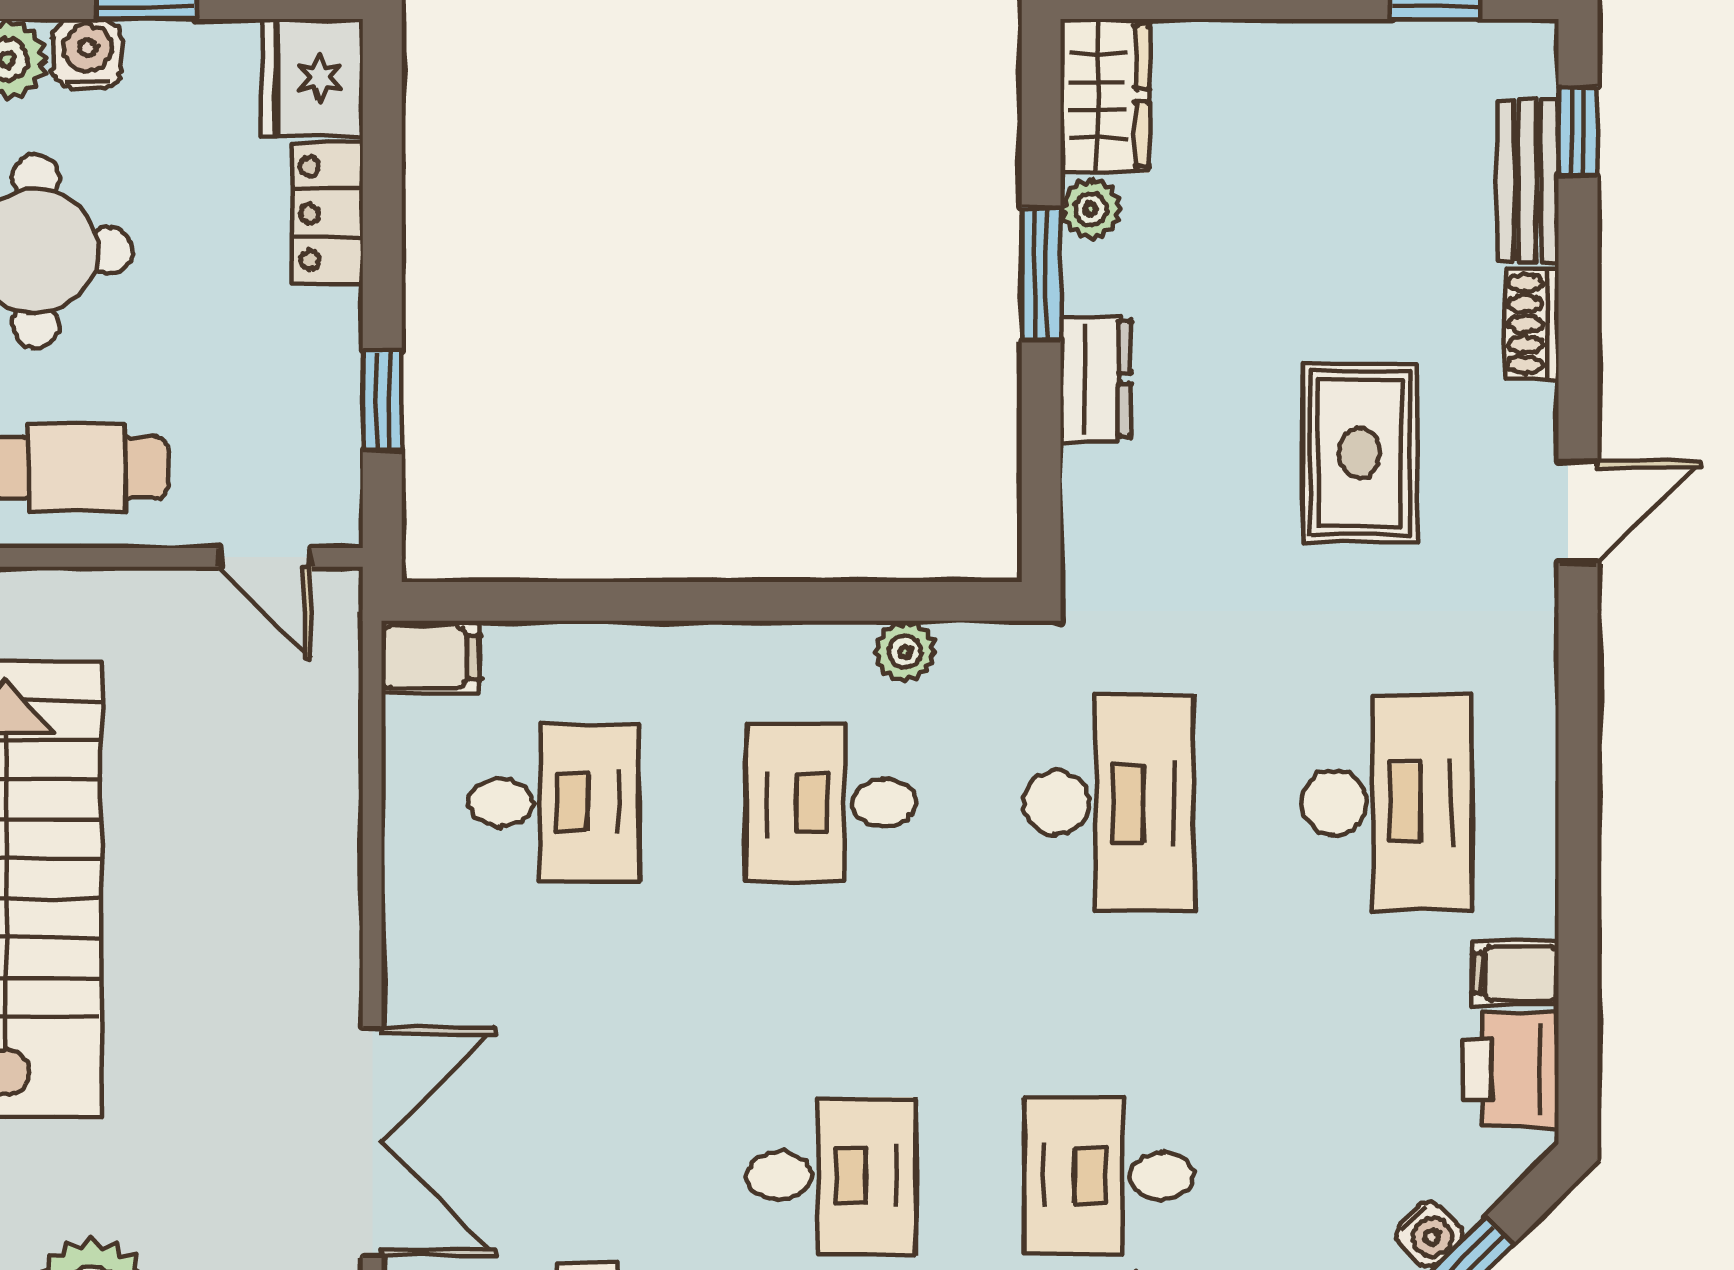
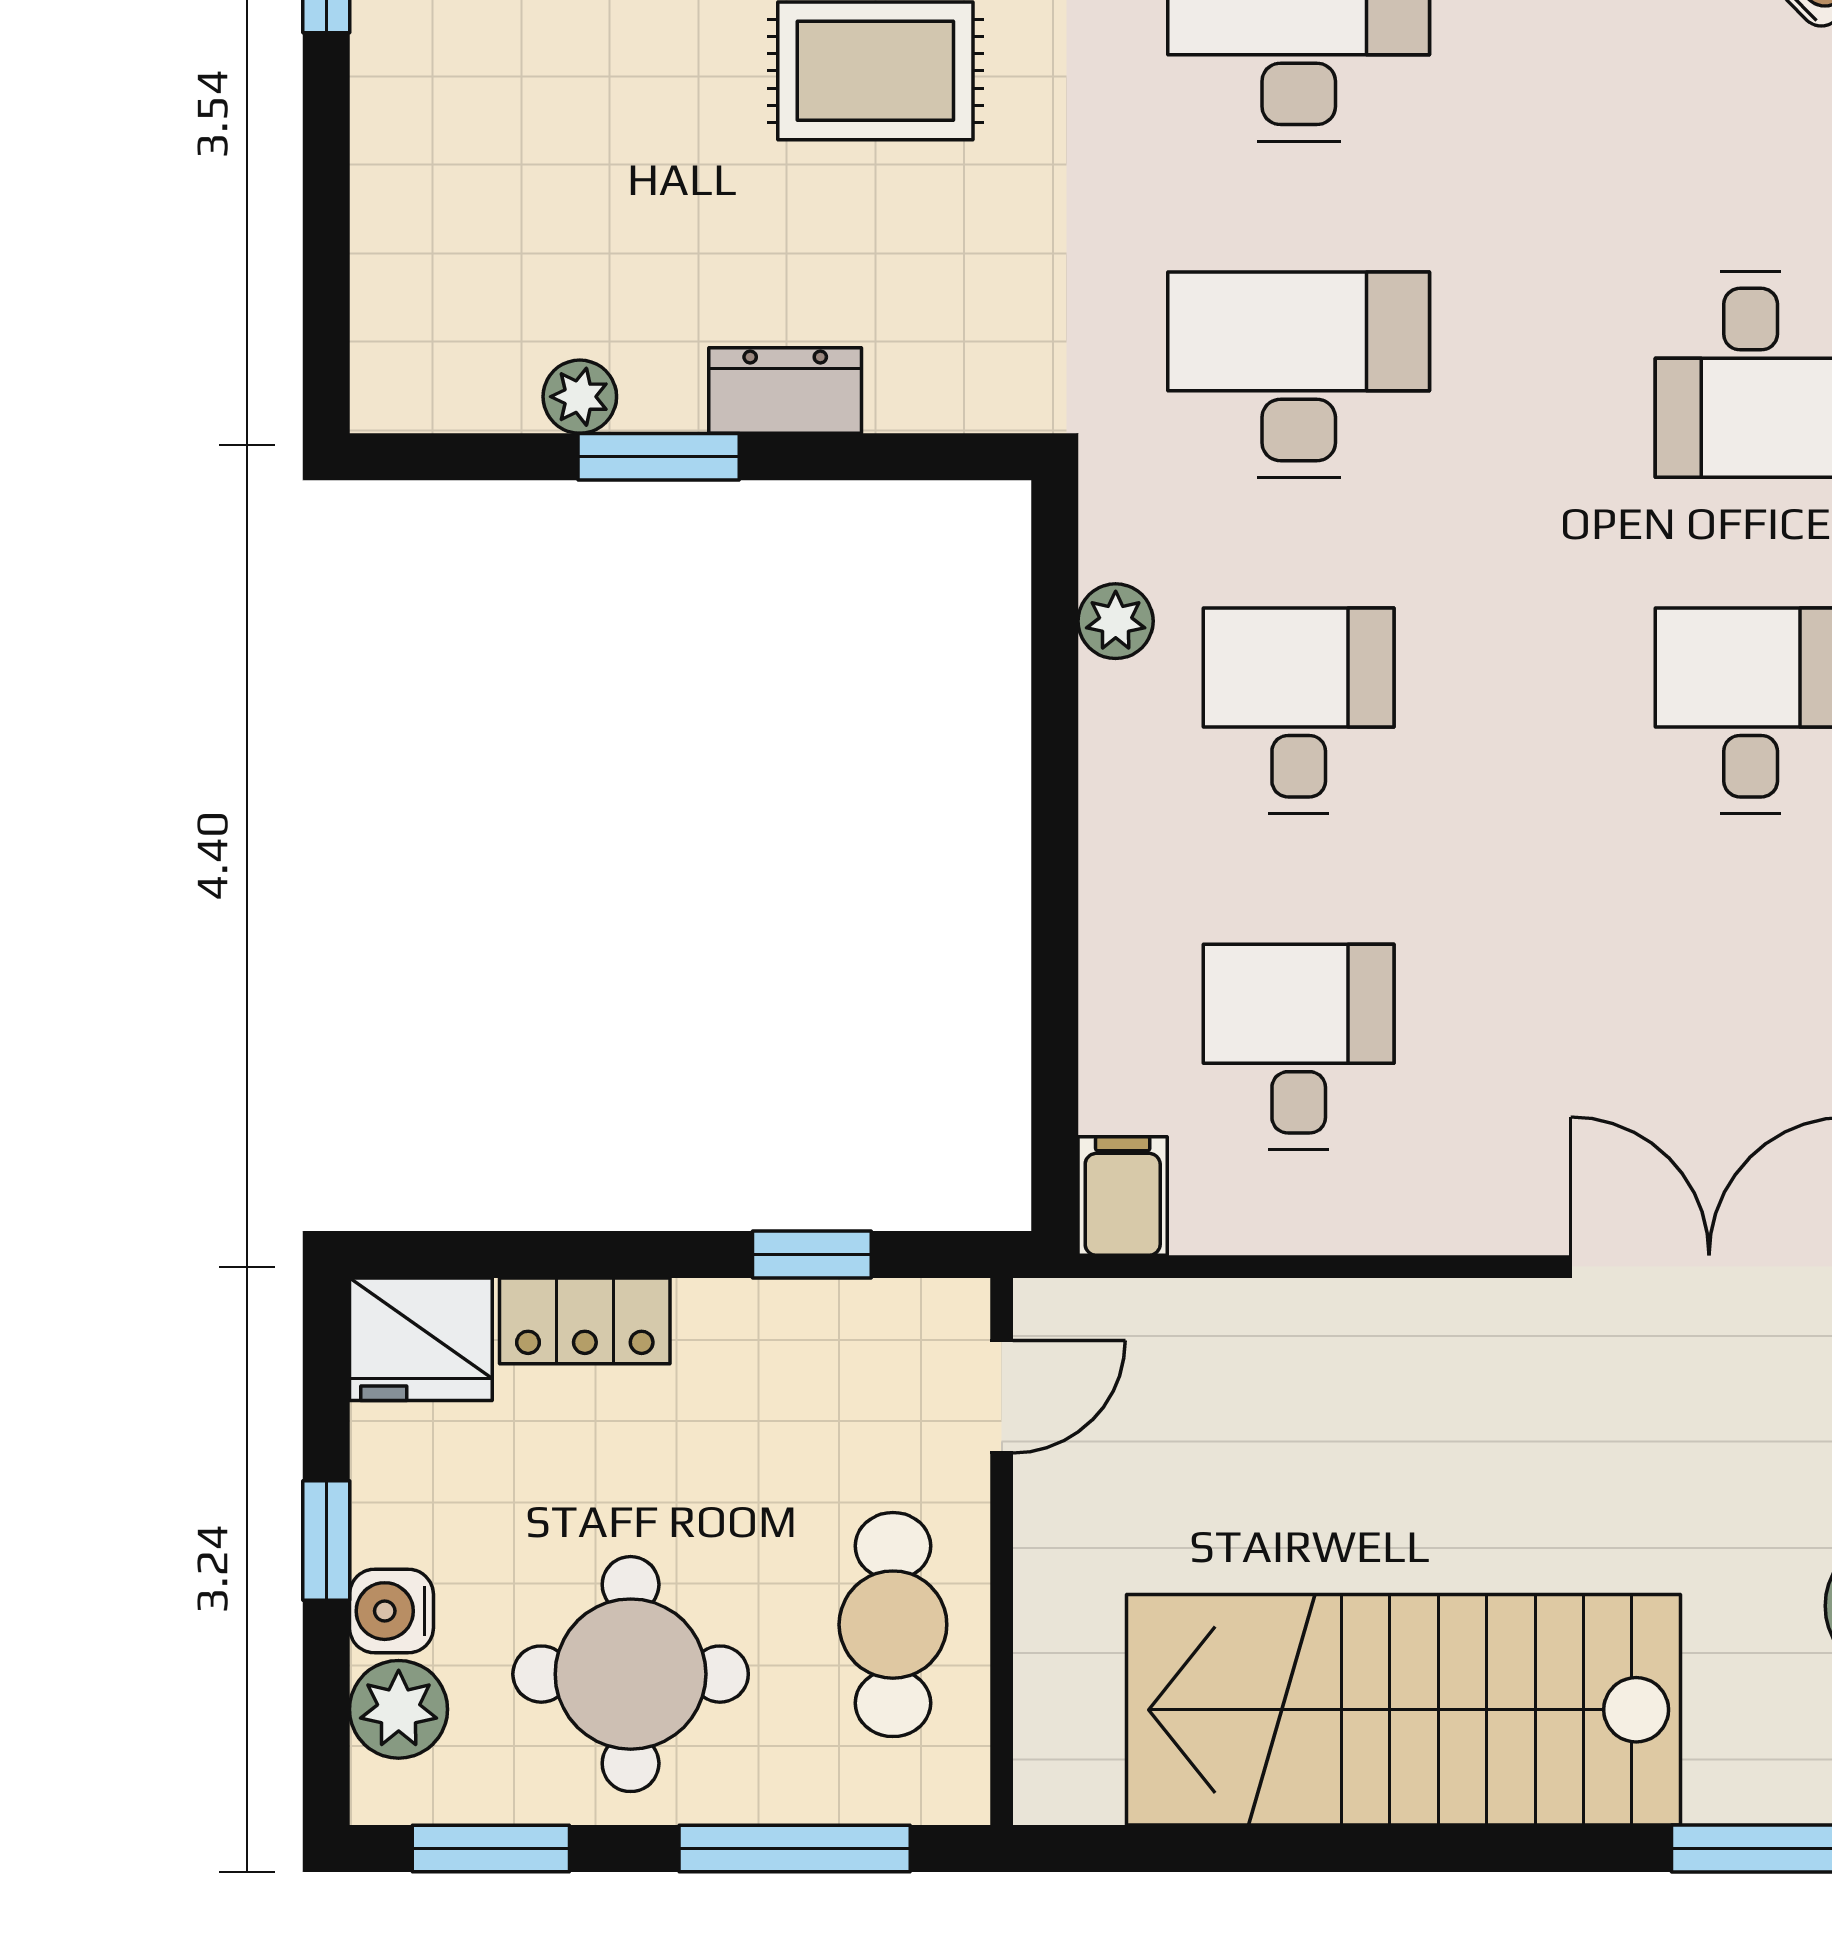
wardrobe: (1105, 96) -> (443, 379), removed
desk: (831, 803) -> (1299, 711), turned 180

